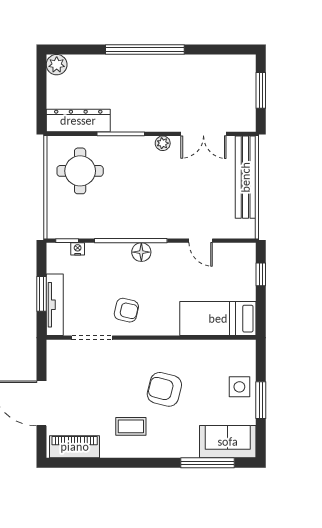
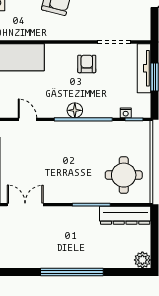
plant: (163, 143) -> (58, 197), removed
armchair: (126, 310) -> (87, 64), turned 77

